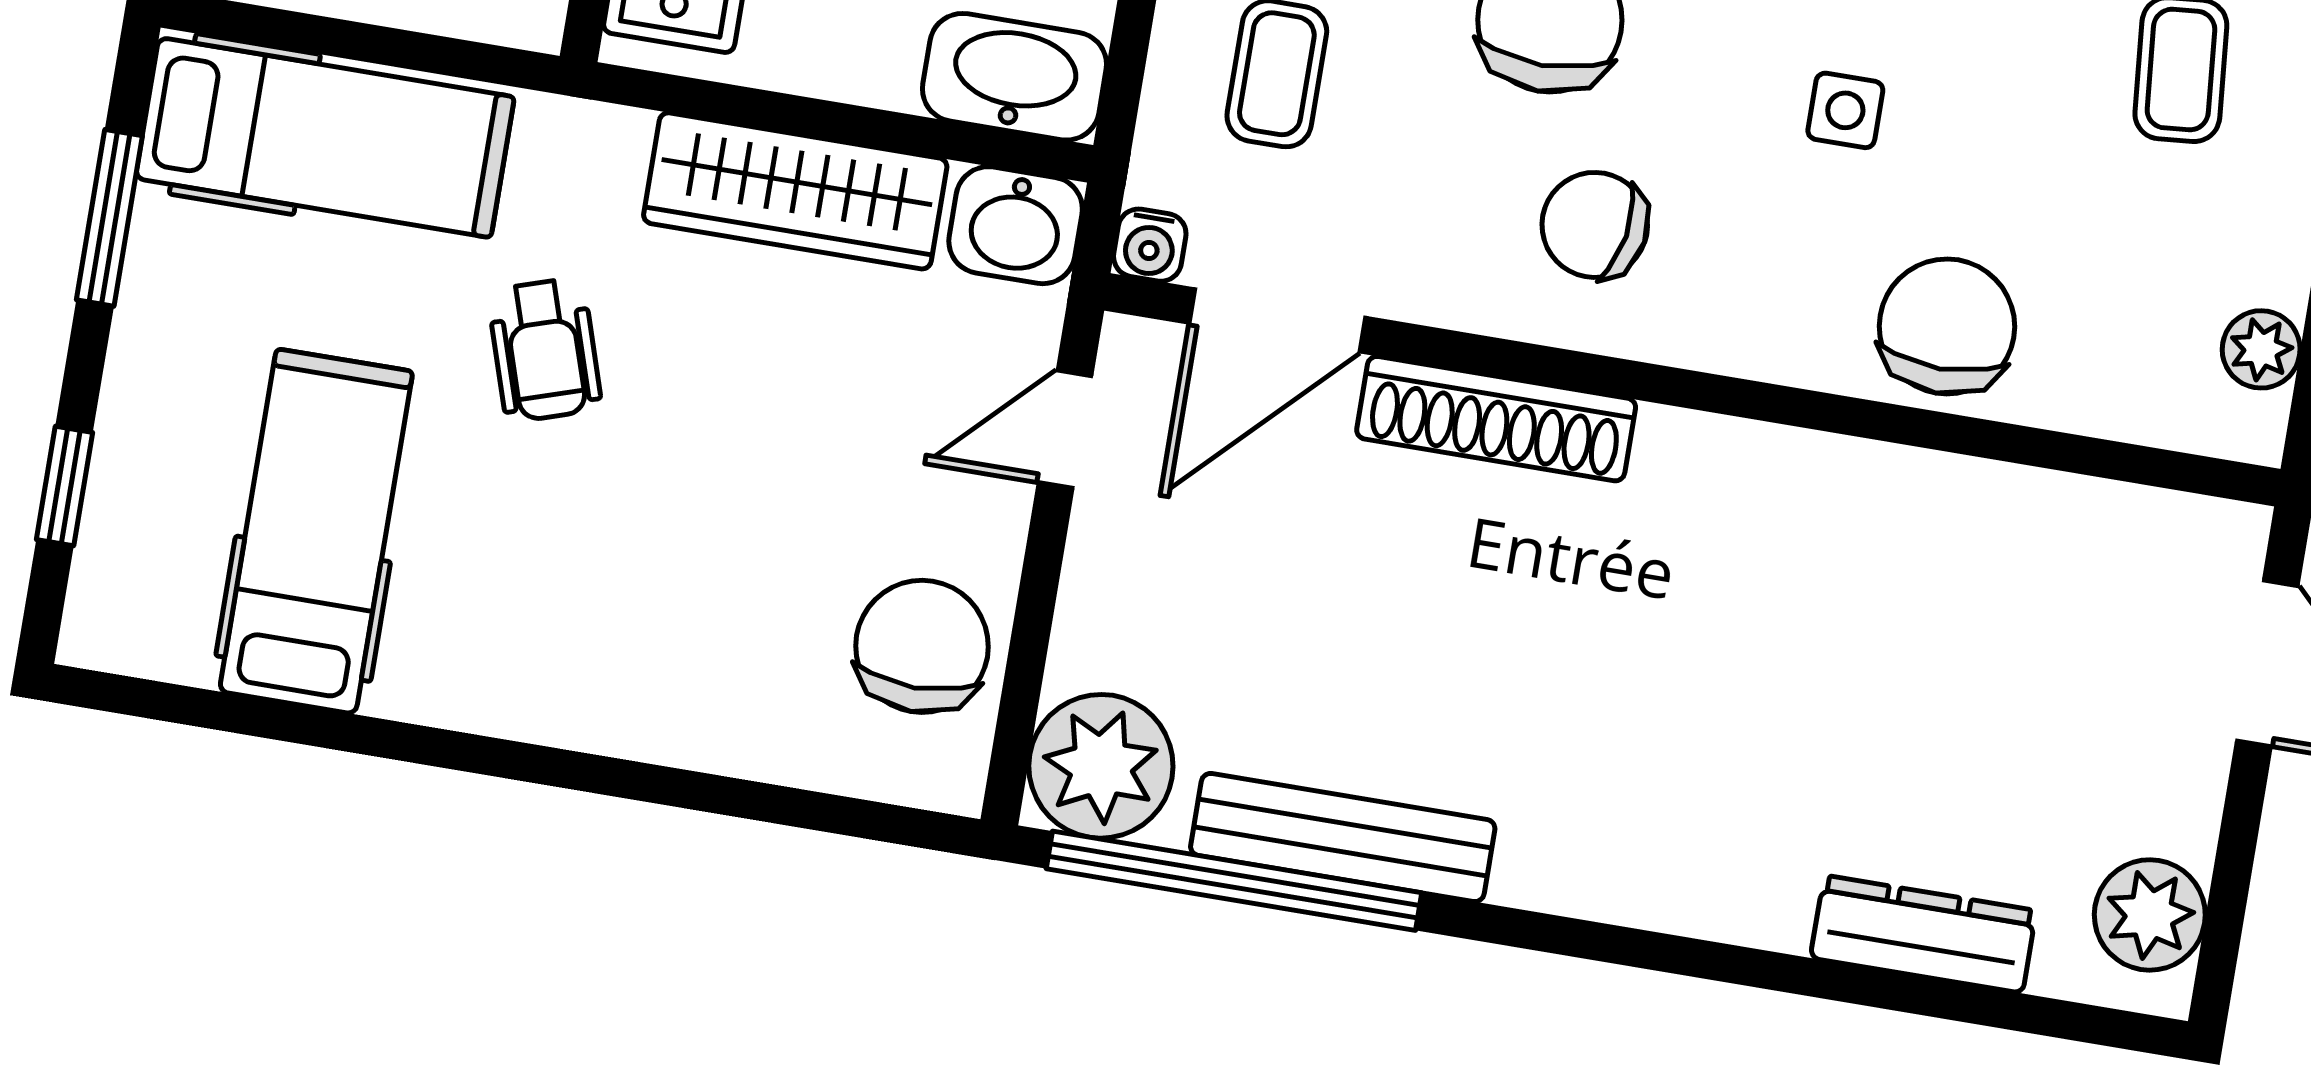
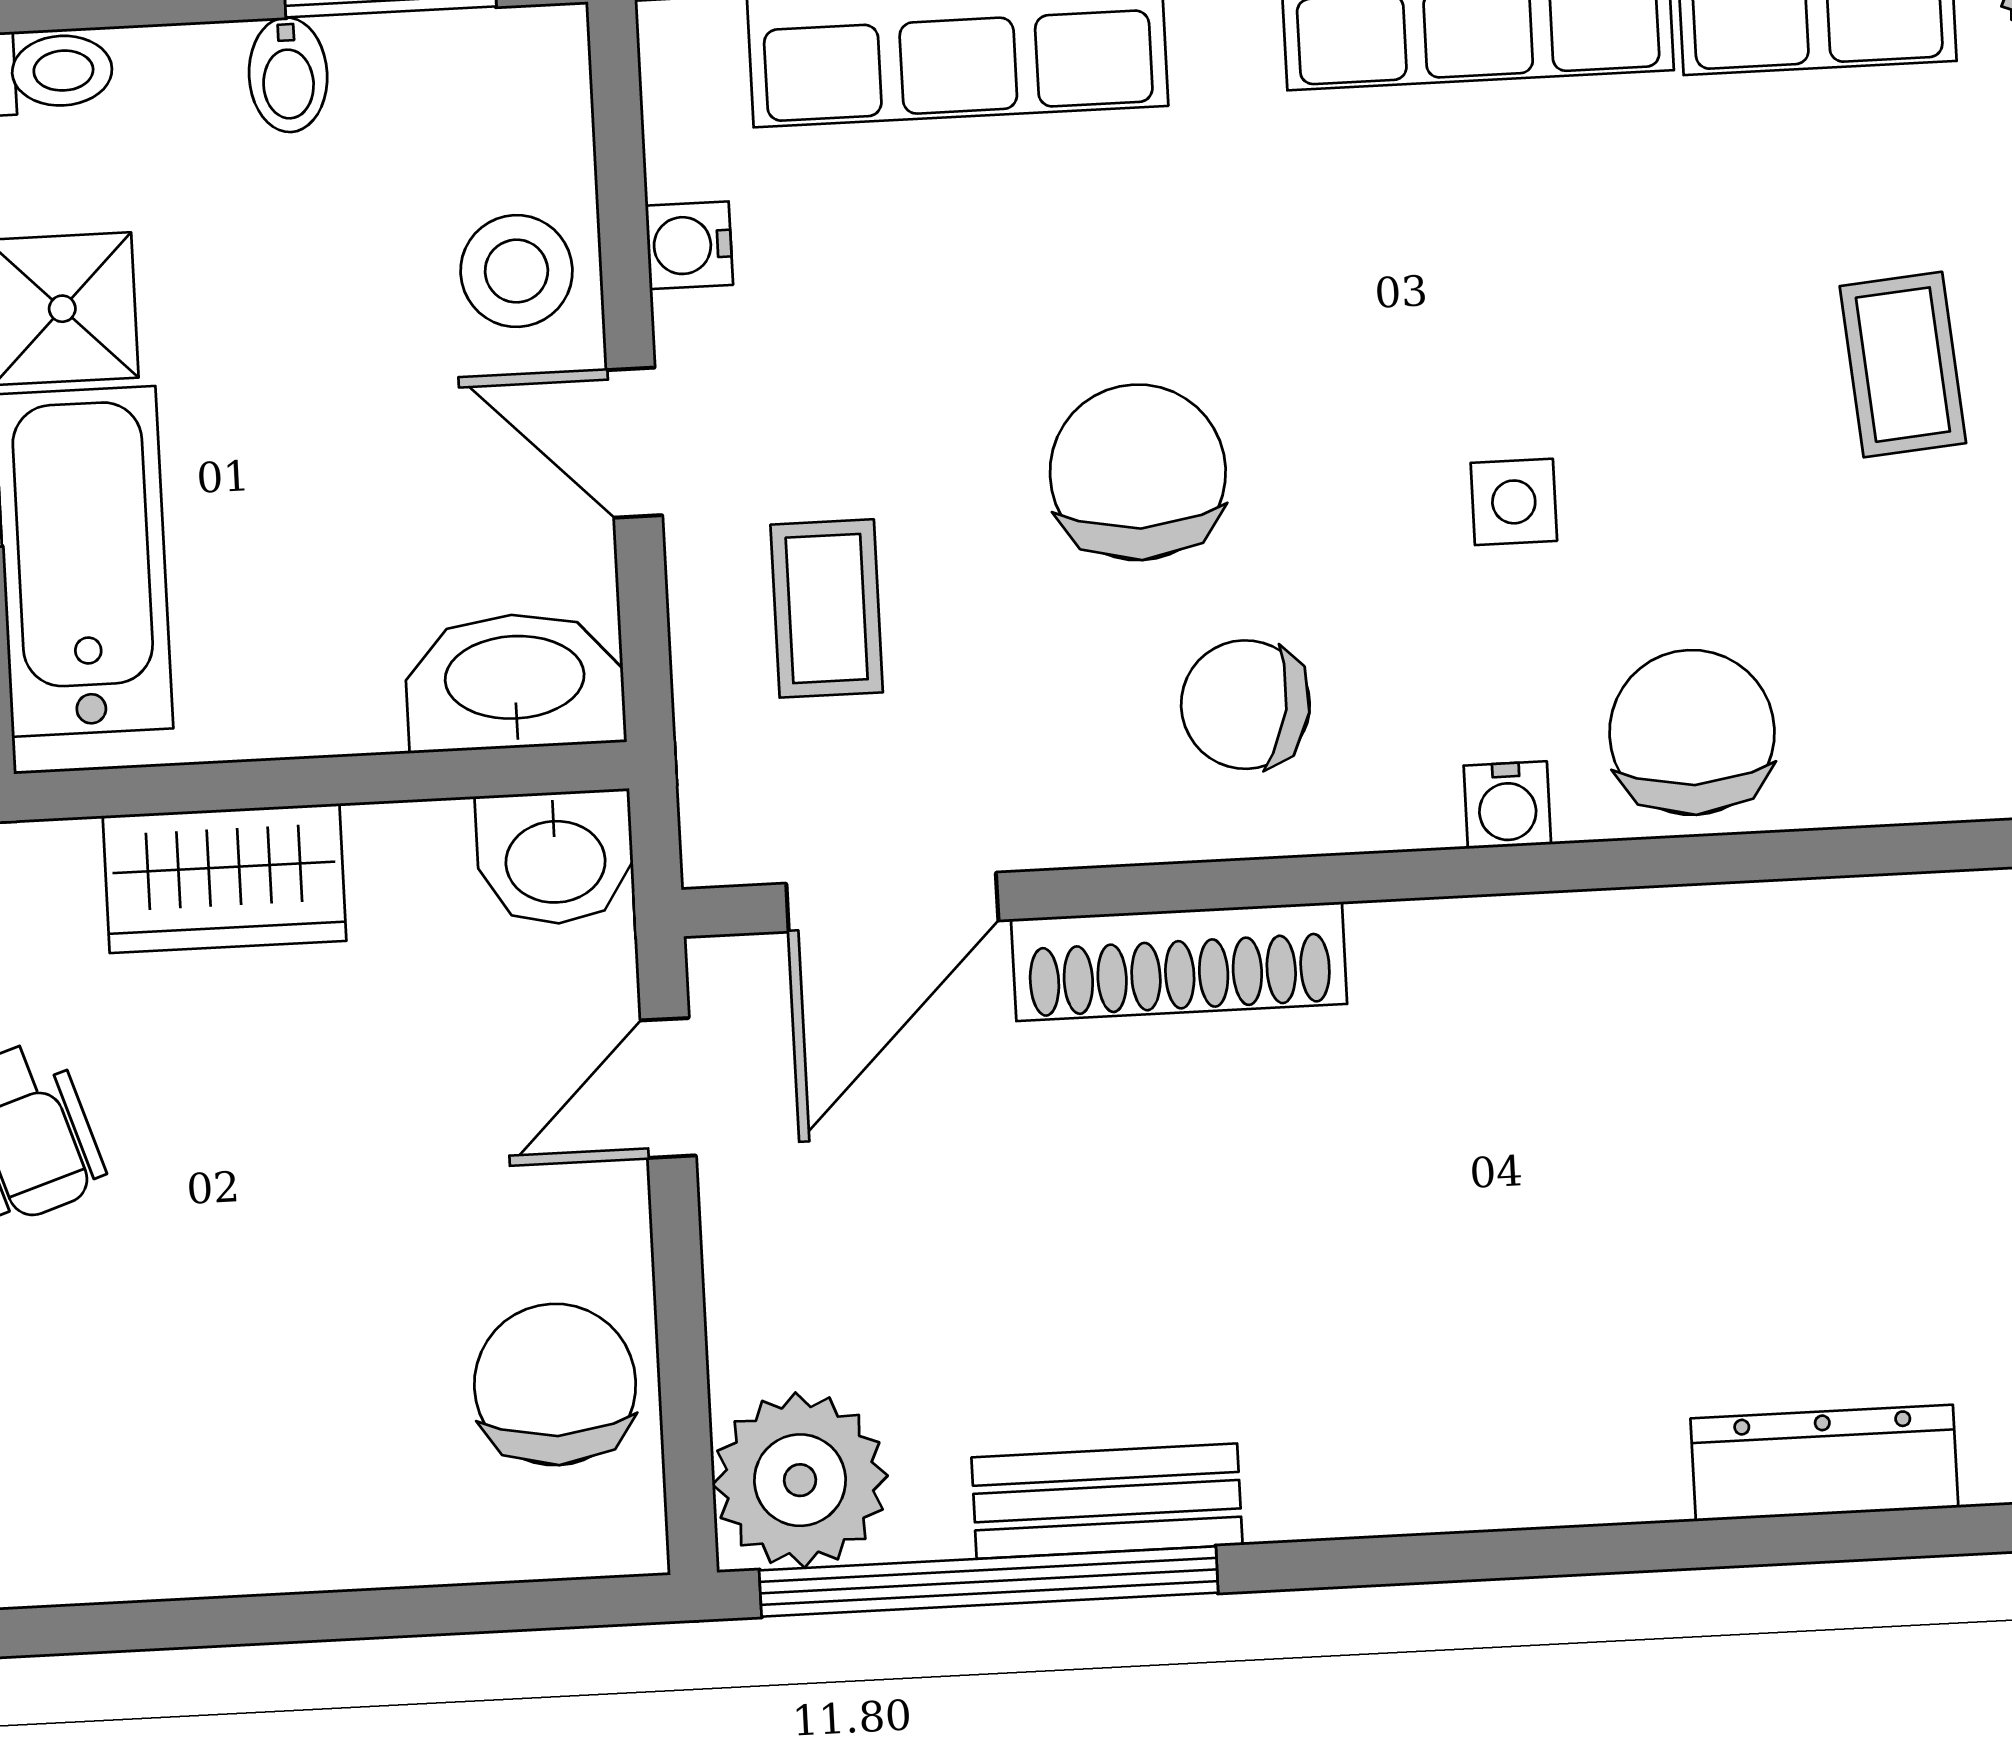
wardrobe: (795, 191) -> (225, 878), width x0.67
water cooler: (1150, 245) -> (1507, 805), moved
bench: (1343, 838) -> (1107, 1501), width x0.73

